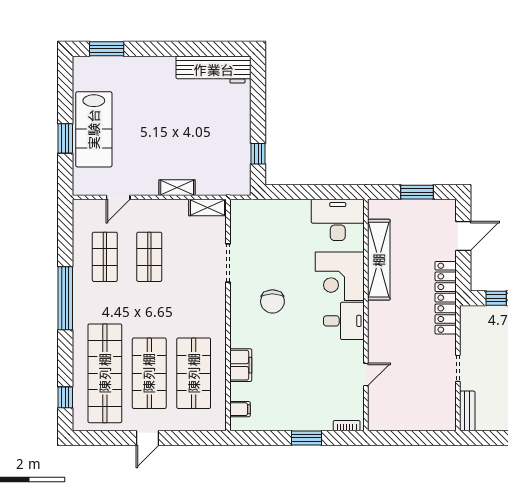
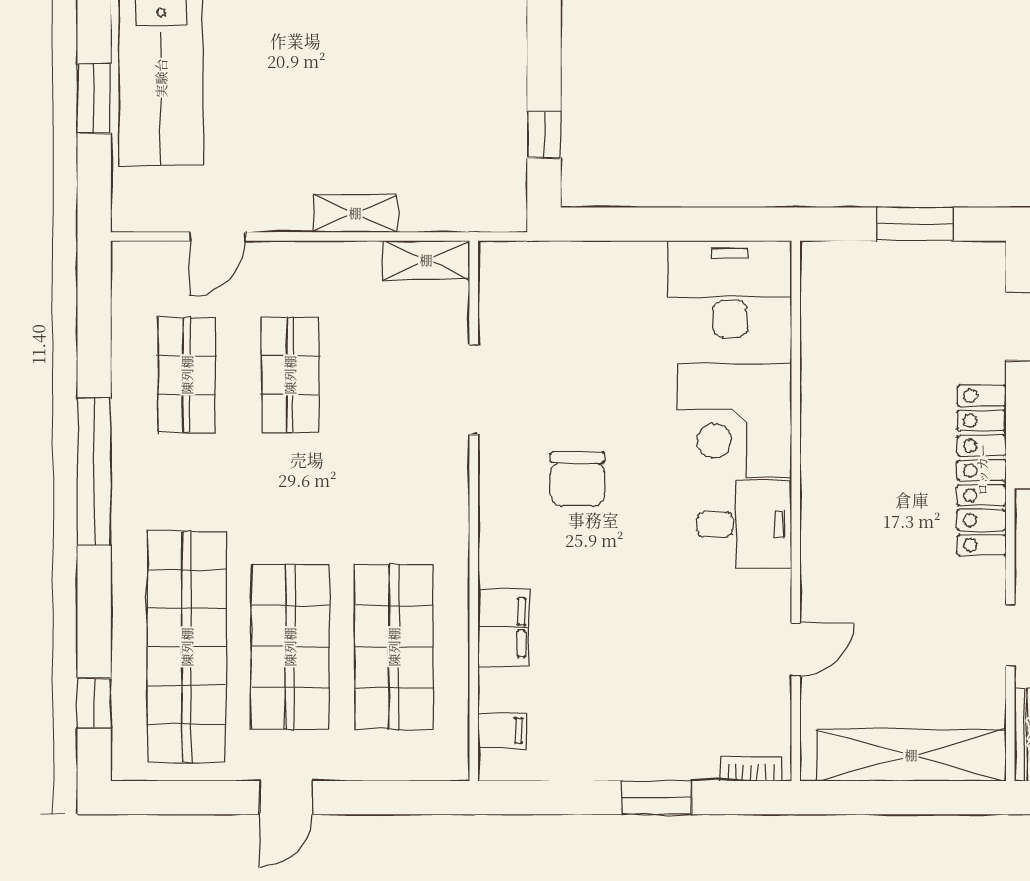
shelving: (379, 260) -> (911, 755), moved, turned 90

